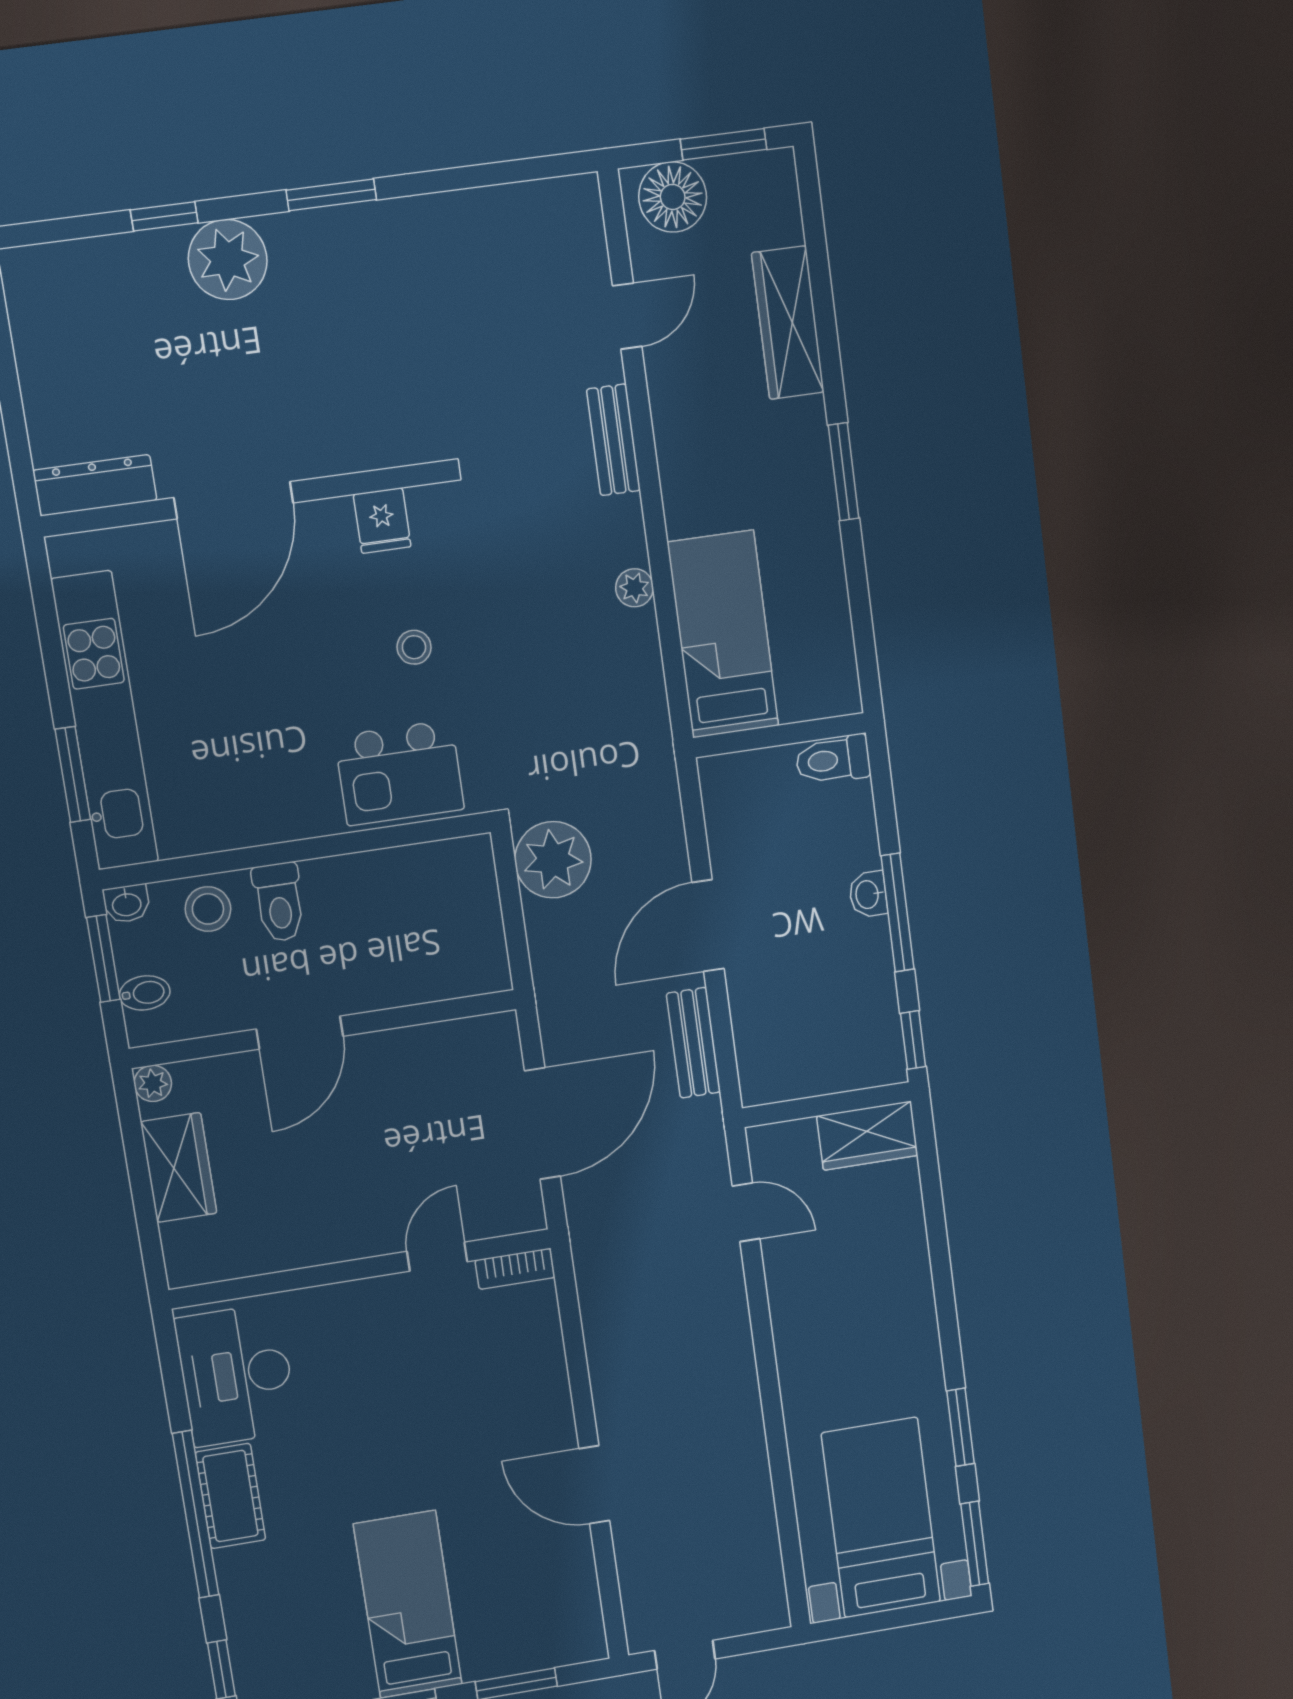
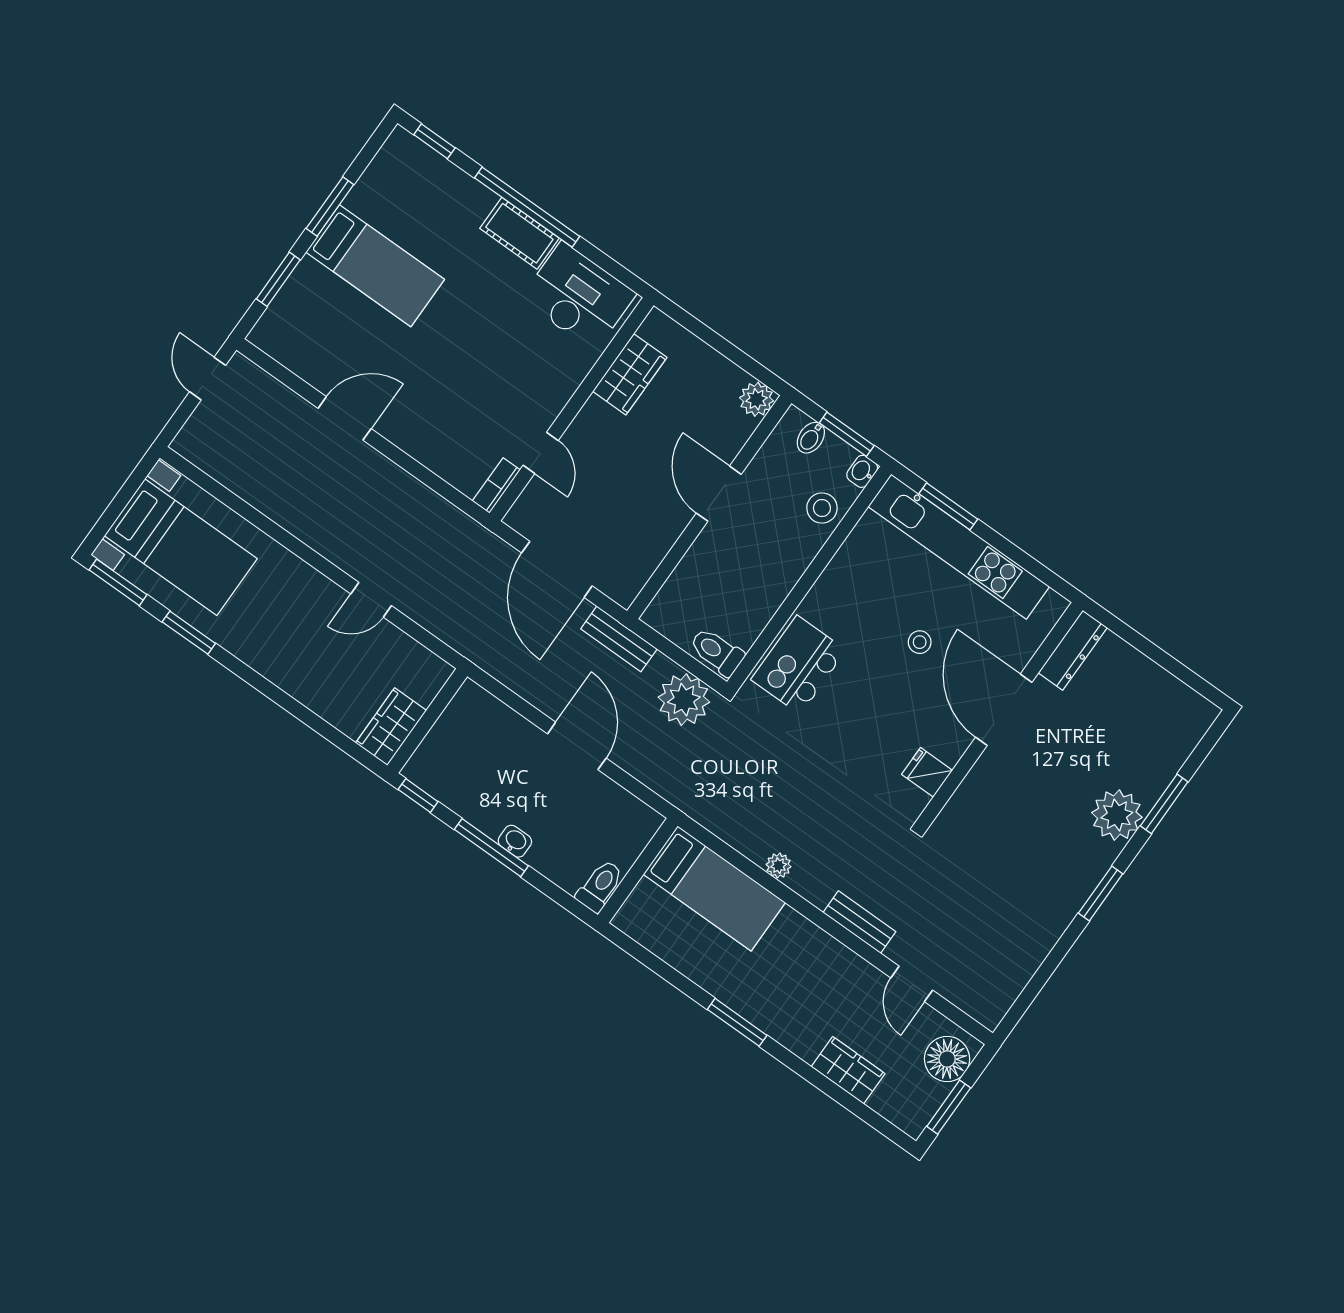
window: (164, 216) -> (1164, 804), width x1.50
wardrobe: (788, 323) -> (848, 1070), width x0.67
stool: (414, 647) -> (920, 642), moved
toilet: (279, 902) -> (717, 652), moved
bench: (693, 1043) -> (619, 639), moved
plant: (153, 1083) -> (757, 399), width x1.38, depth x1.38
wardrobe: (179, 1168) -> (630, 374), moved, turned -90
door: (746, 1212) -> (371, 600), moved

